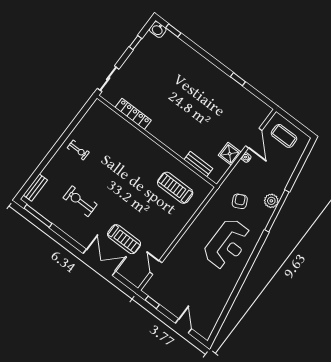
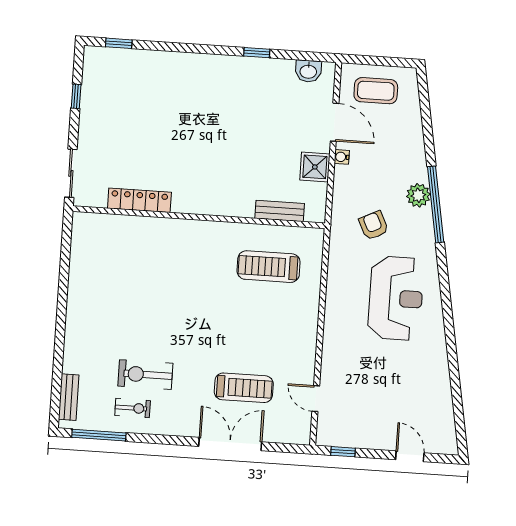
washbasin: (158, 29) -> (308, 71), moved
exercise bike: (78, 150) -> (133, 408), moved

